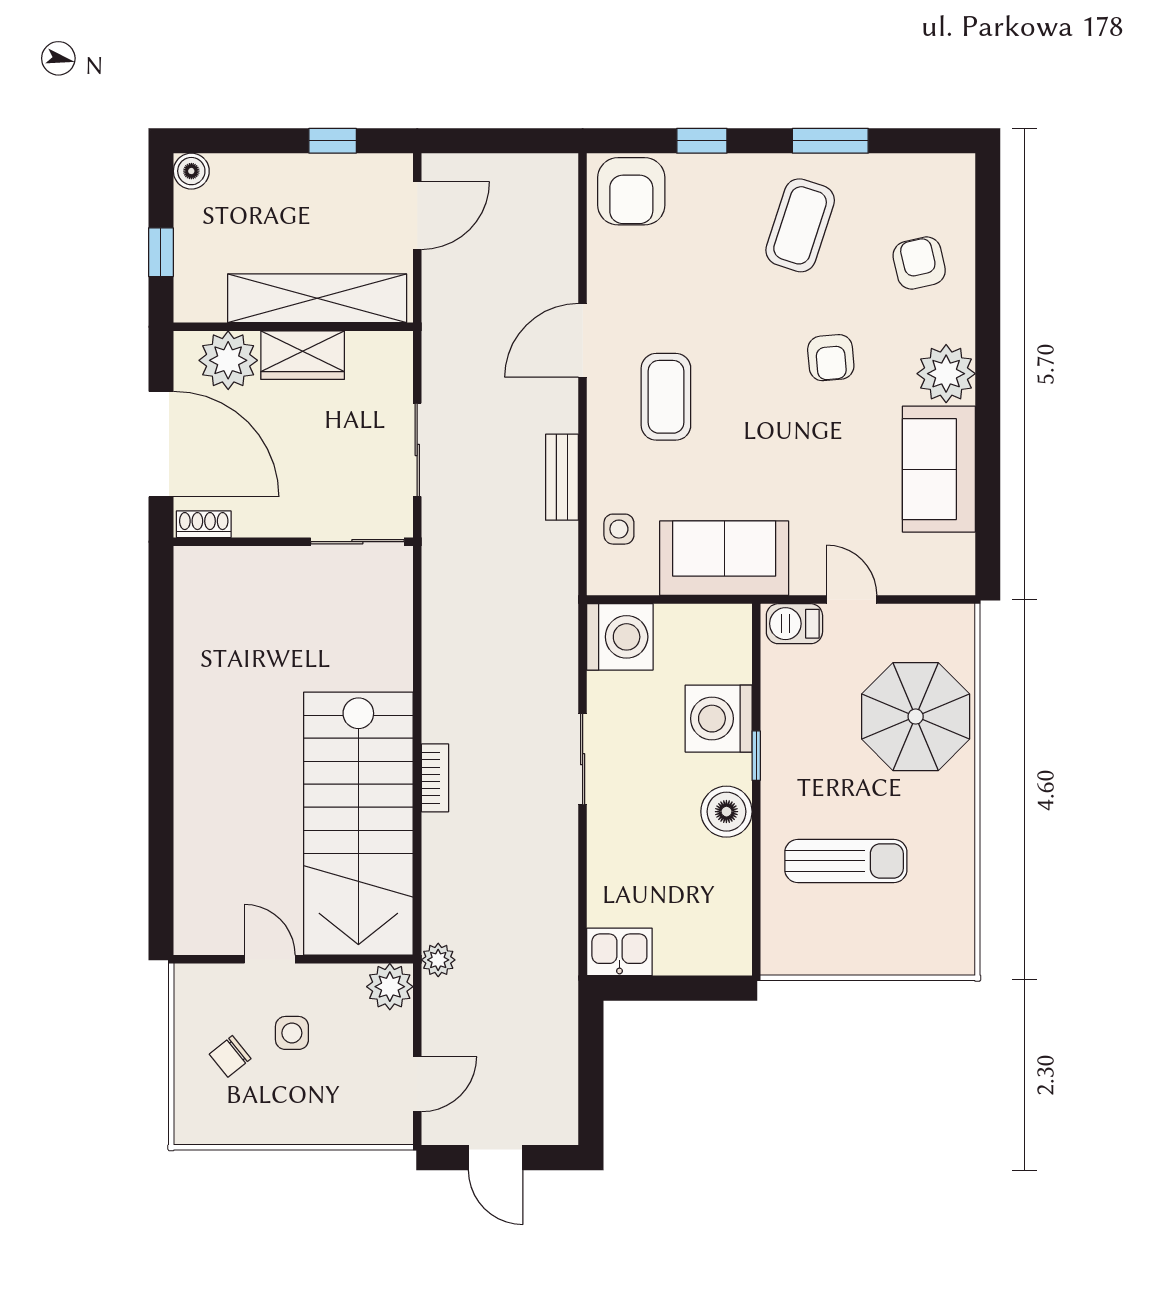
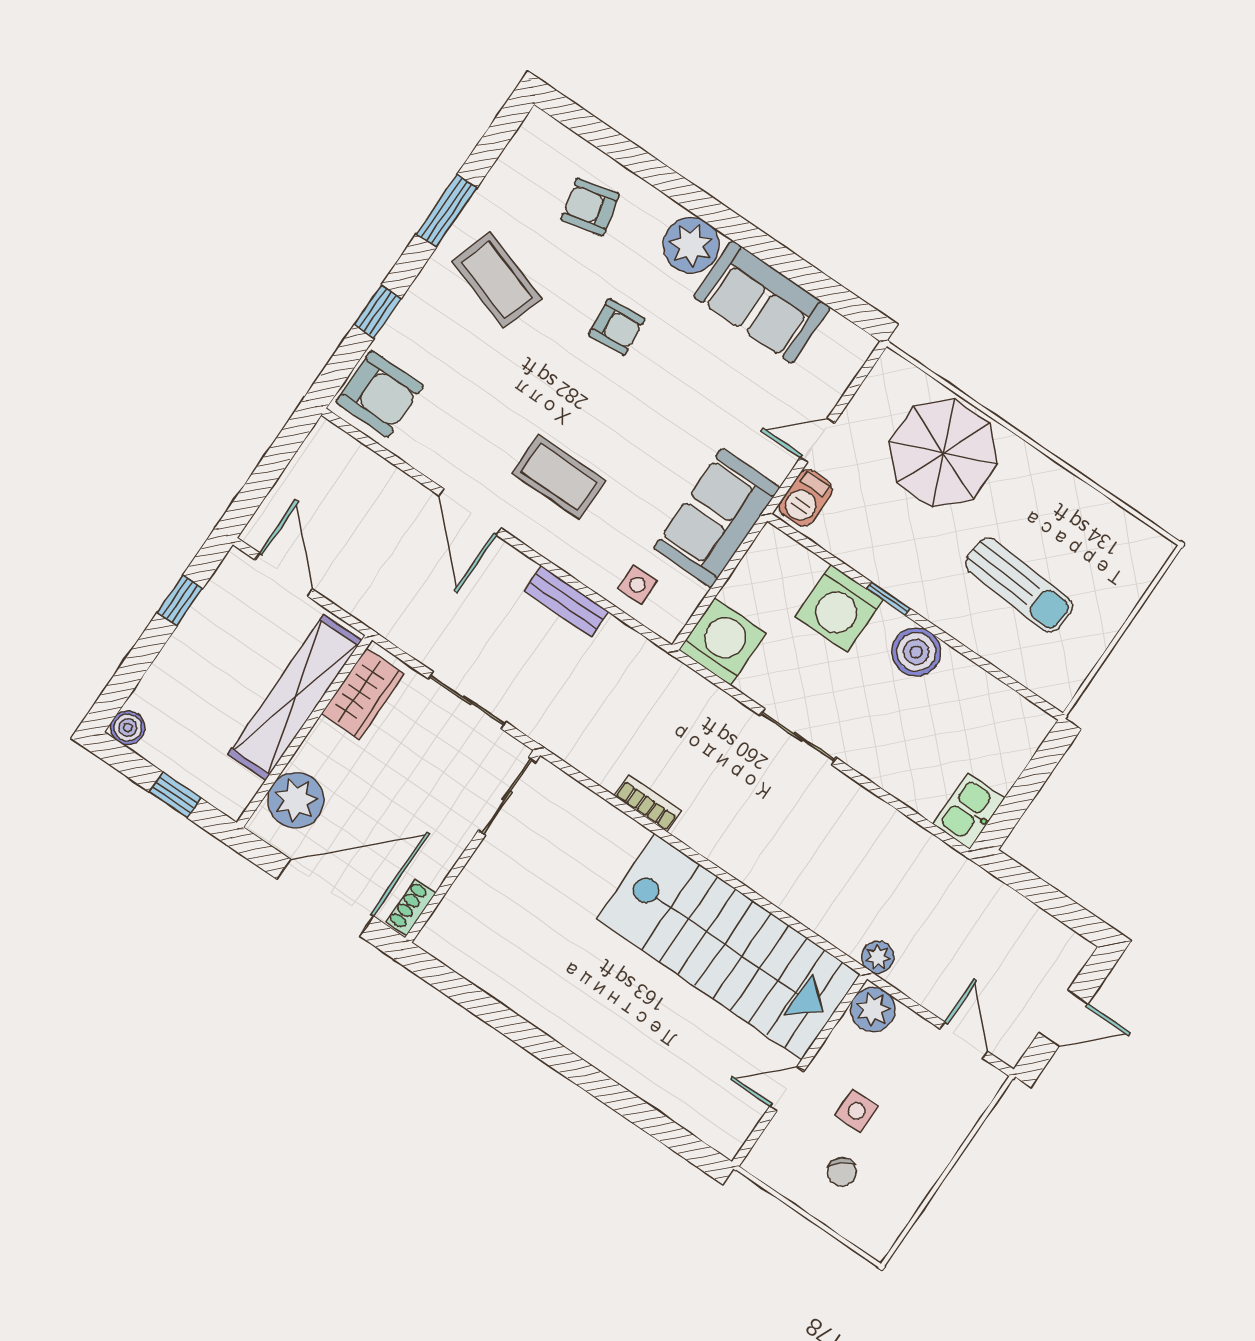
wardrobe: (303, 355) -> (363, 694), moved
bookcase: (435, 778) -> (648, 803), moved
sun lounger: (846, 861) -> (1019, 585), turned 94

